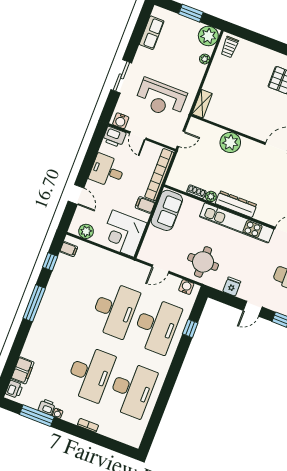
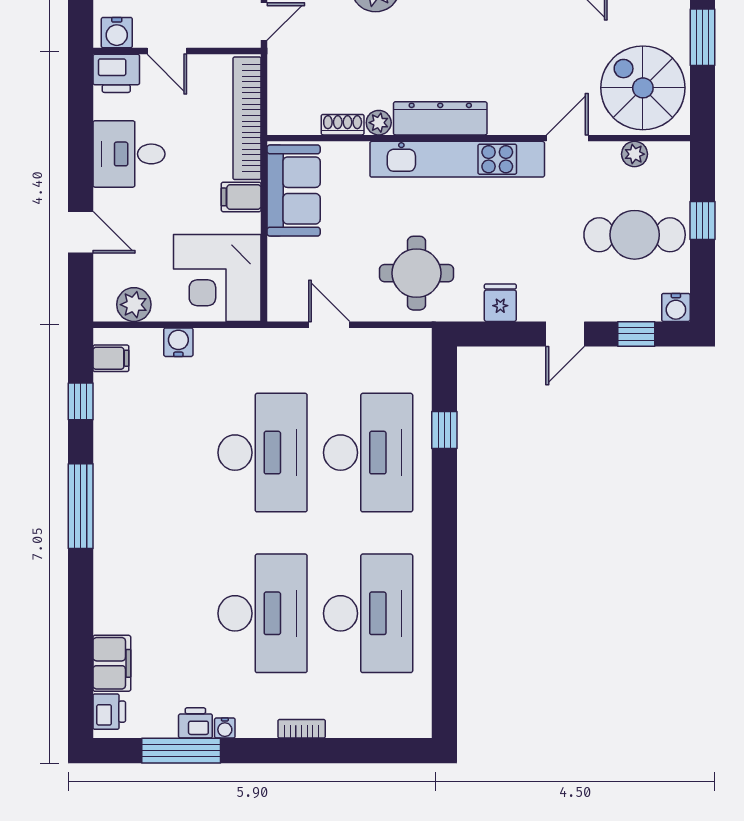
door: (161, 269) -> (329, 325), swing flipped
water cooler: (186, 287) -> (178, 342), moved

